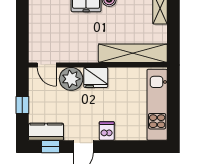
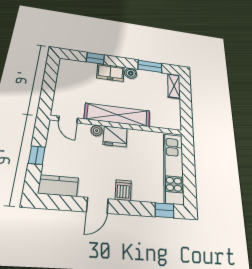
shelving: (133, 53) -> (117, 115), moved
plant: (71, 79) -> (97, 131), width x0.53, depth x0.53
window: (50, 147) -> (164, 210), moved

